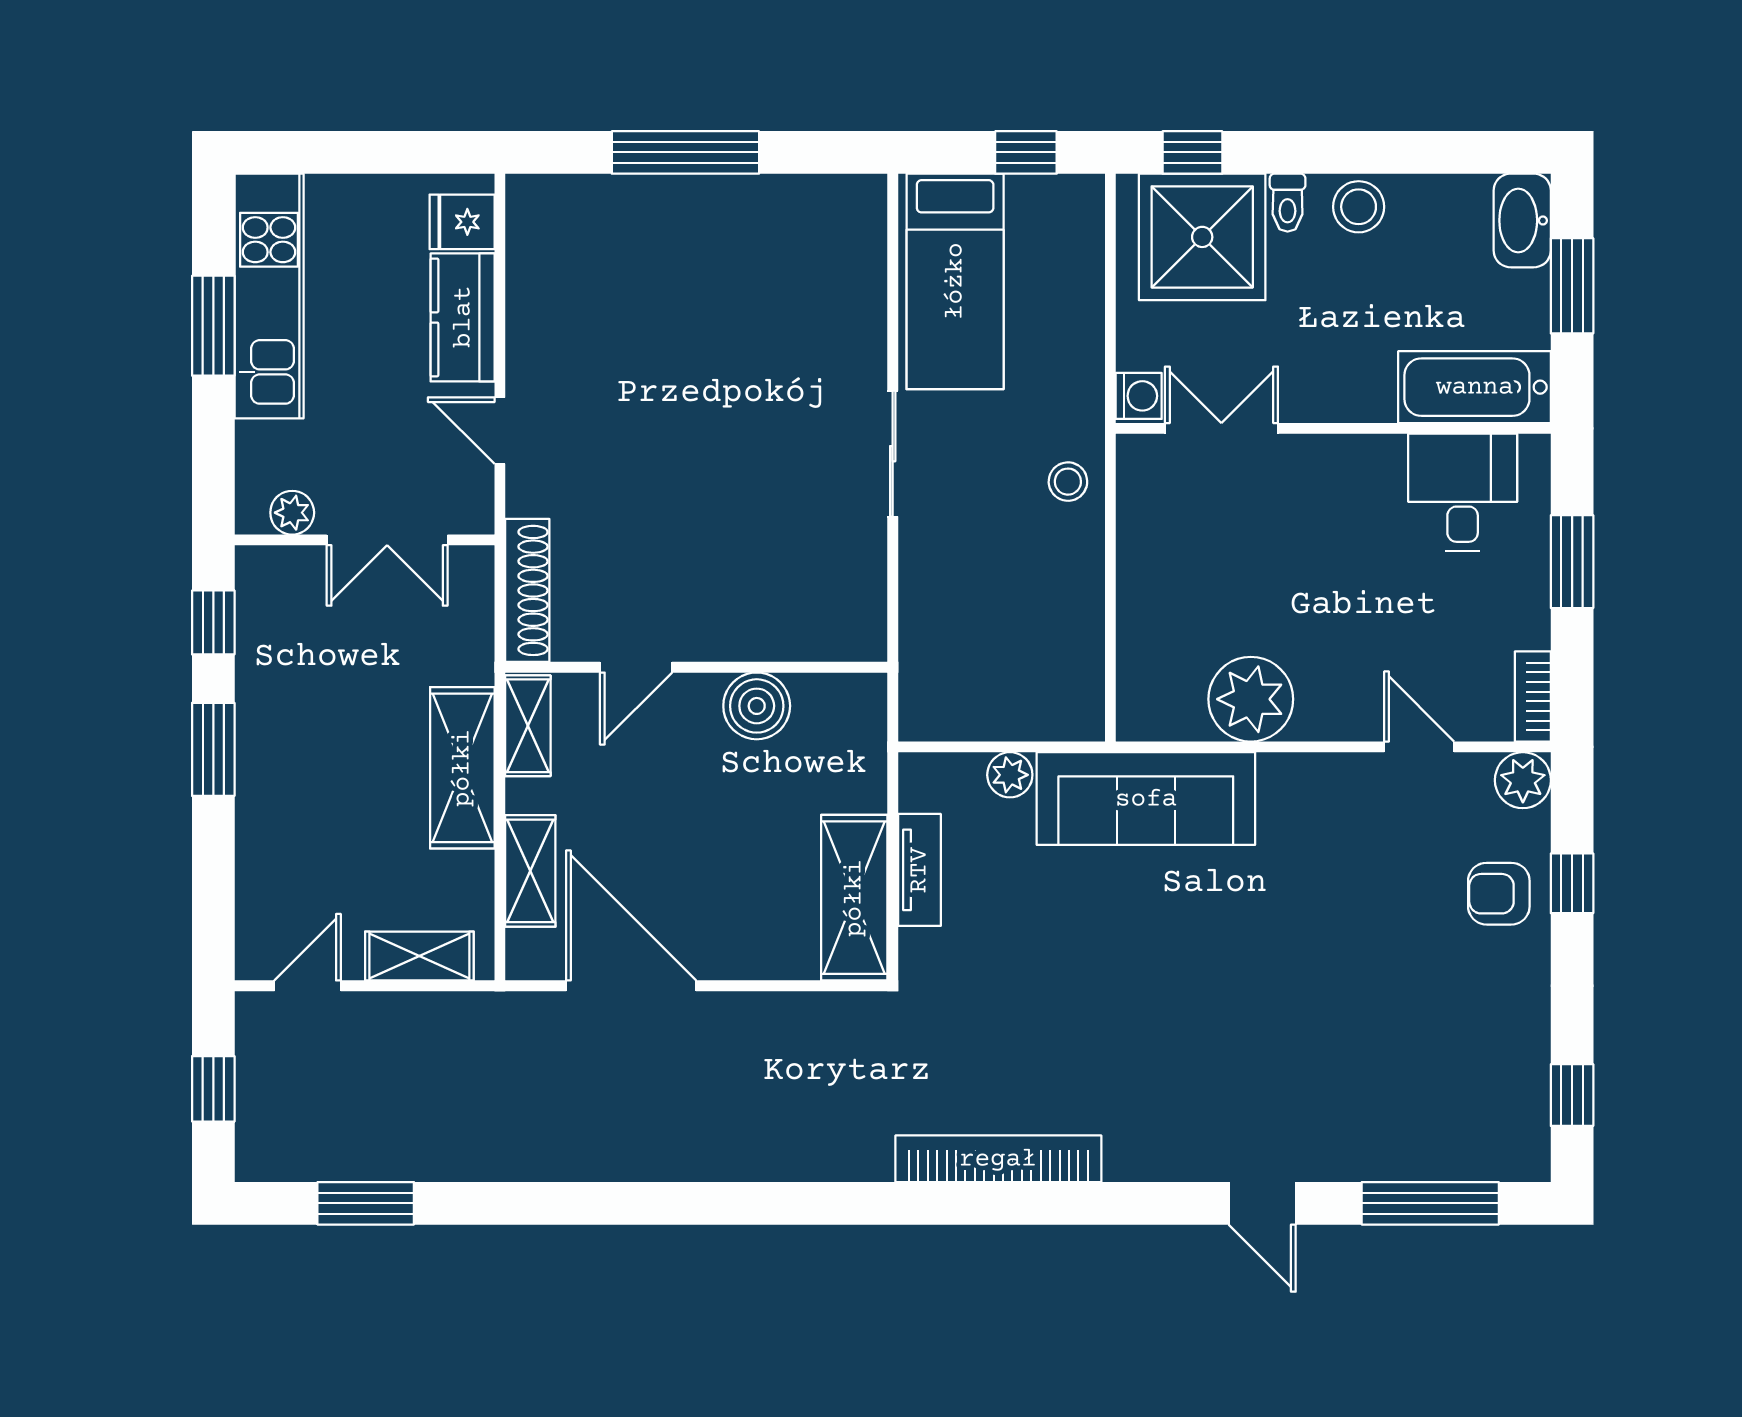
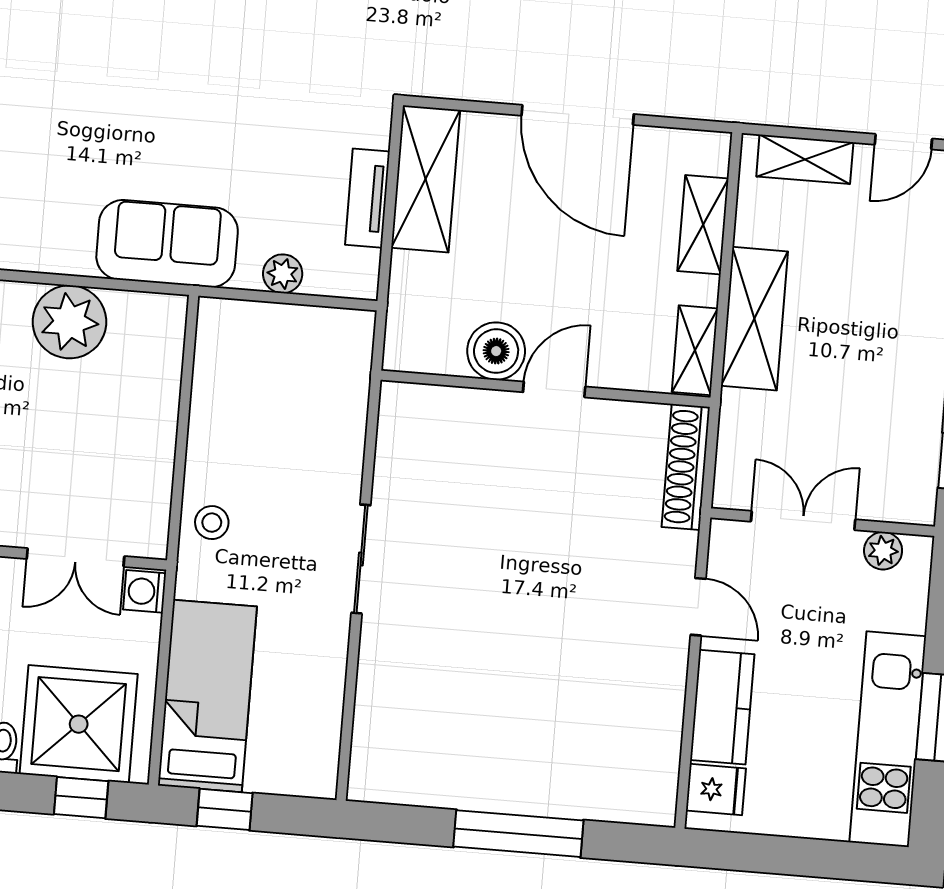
bed: (955, 281) -> (207, 696), moved
door: (636, 667) -> (554, 389), moved
sofa: (1146, 799) -> (167, 244), width x0.73
door: (631, 986) -> (578, 115), moved

